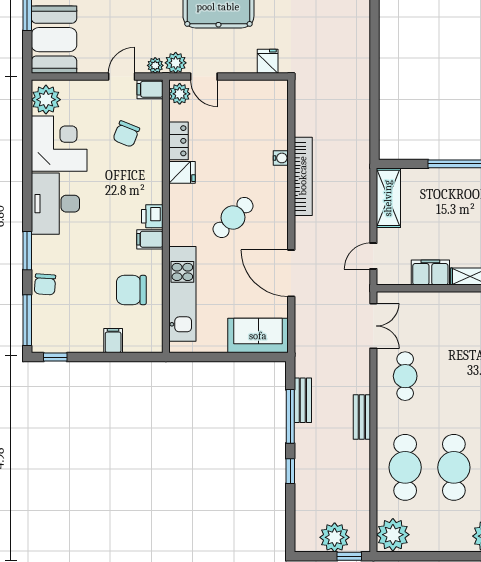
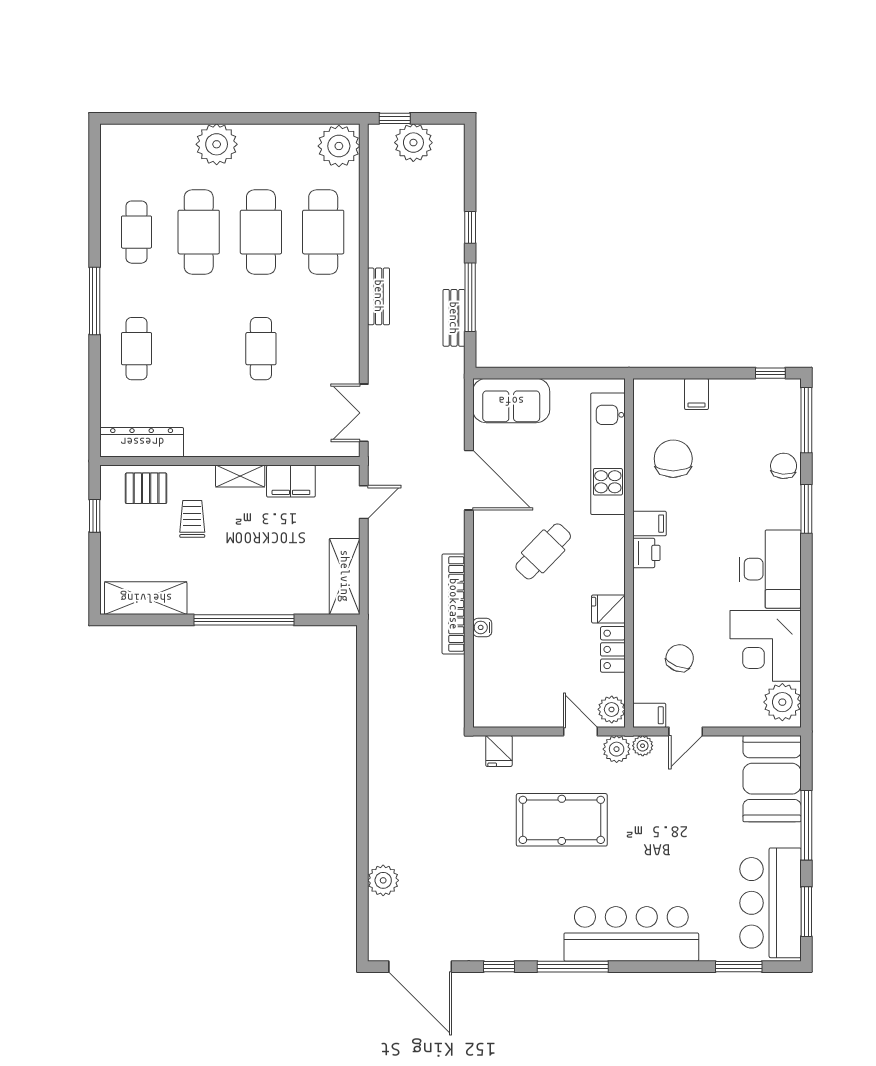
chair: (131, 290) -> (673, 459), turned -90
cafe table: (405, 376) -> (261, 349), moved

